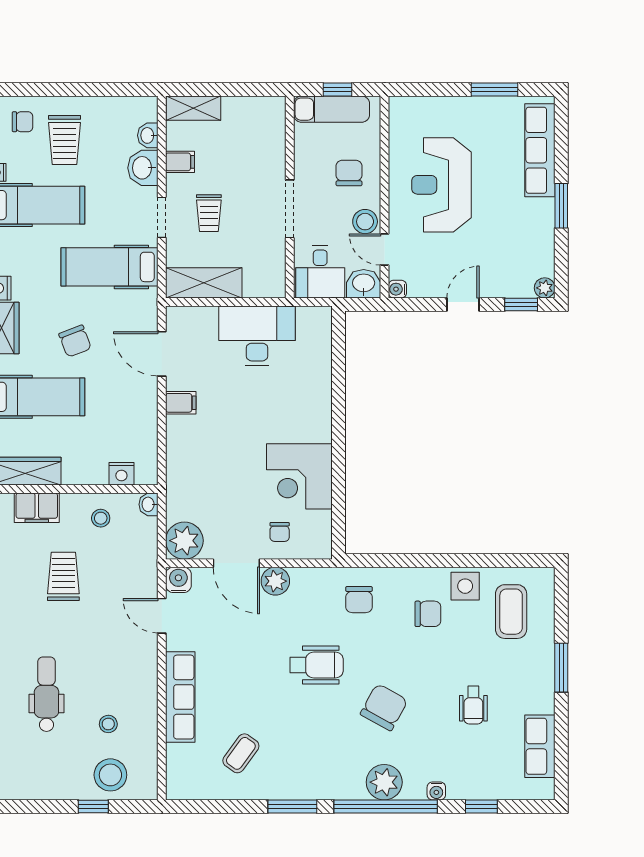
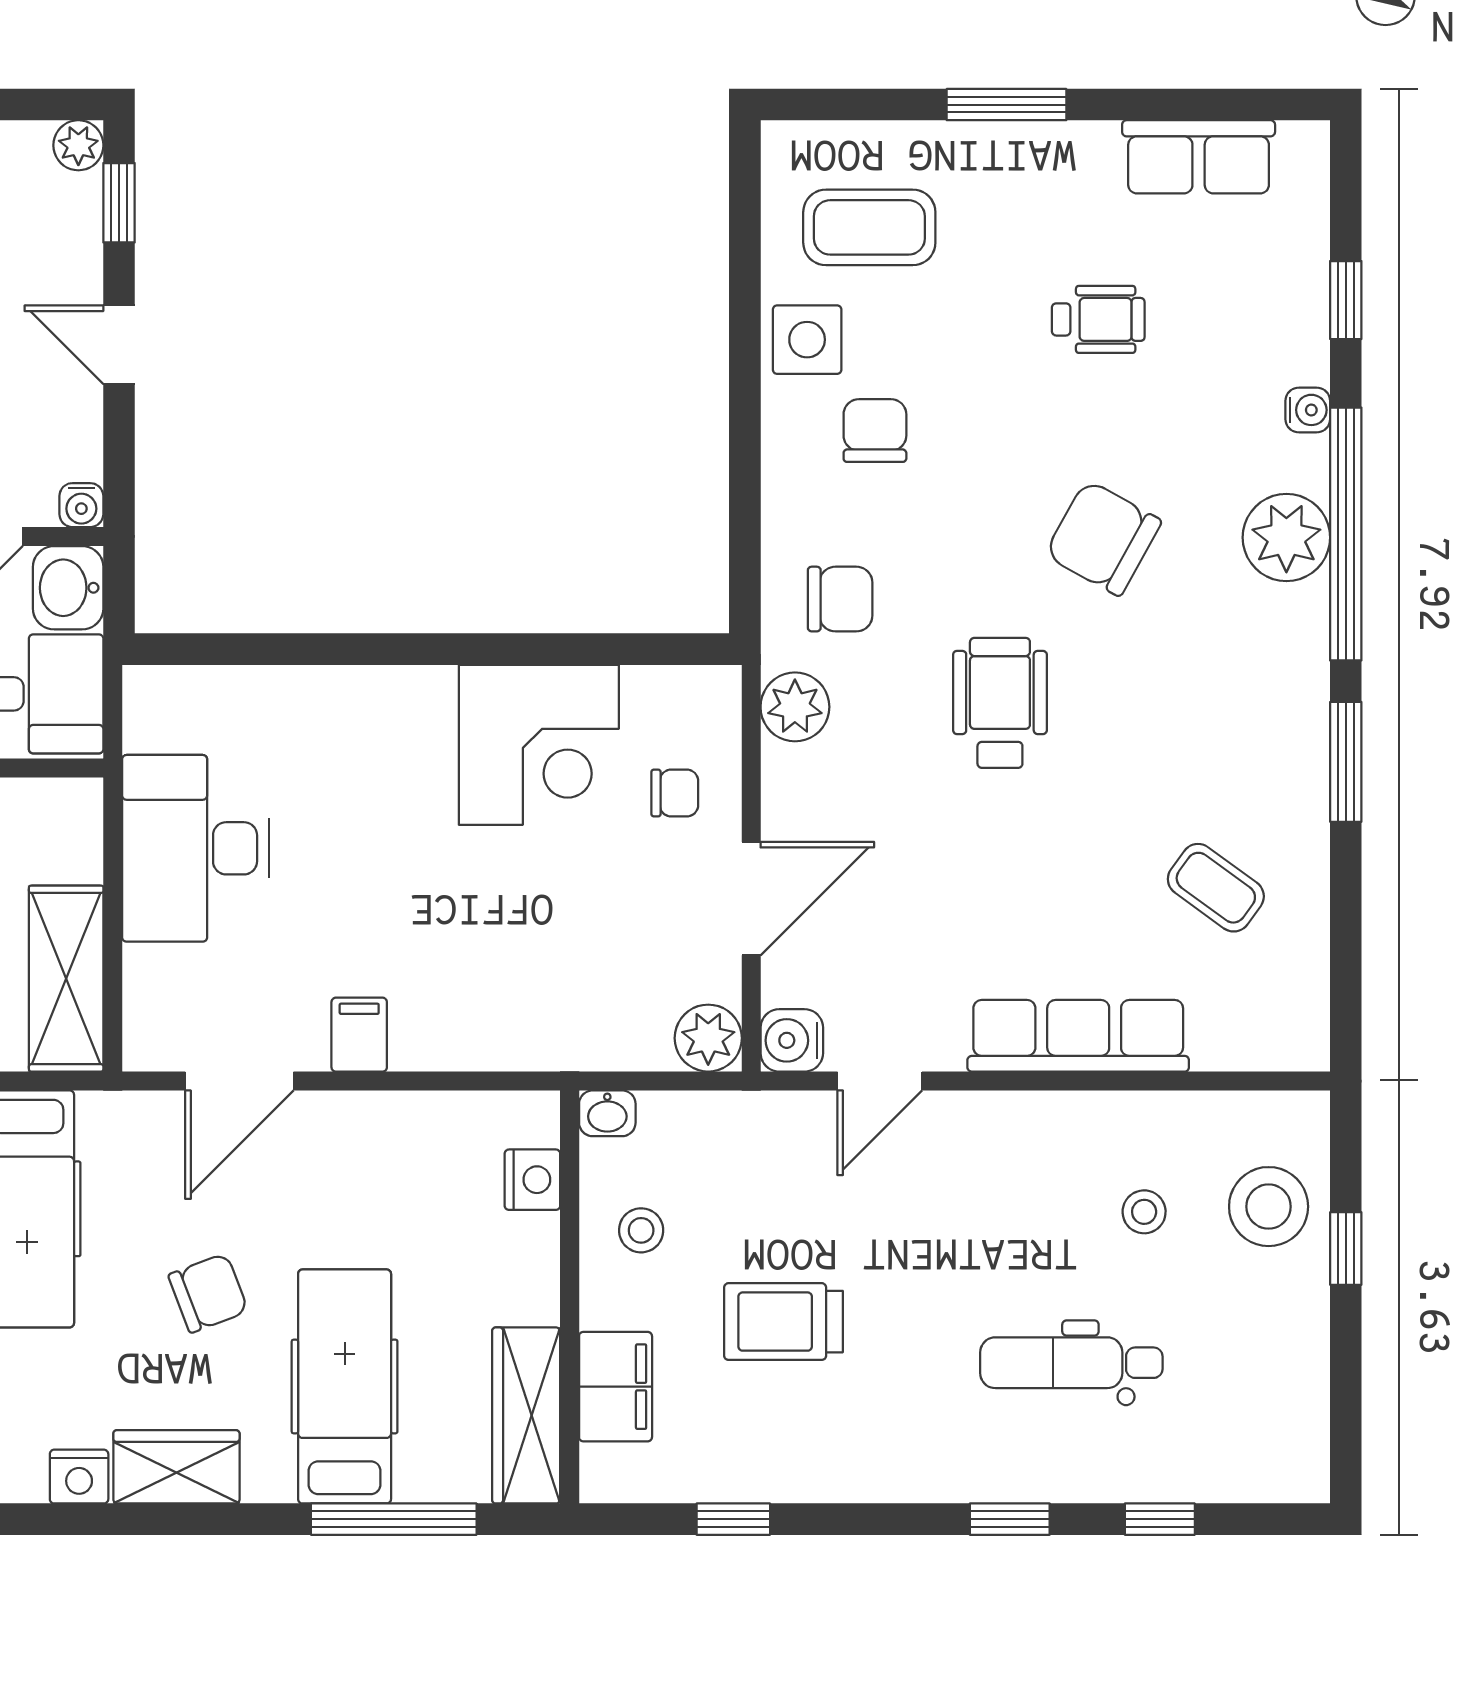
plant: (184, 541) -> (708, 1038), width x0.73, depth x0.73
plant: (275, 581) -> (795, 707), moved

